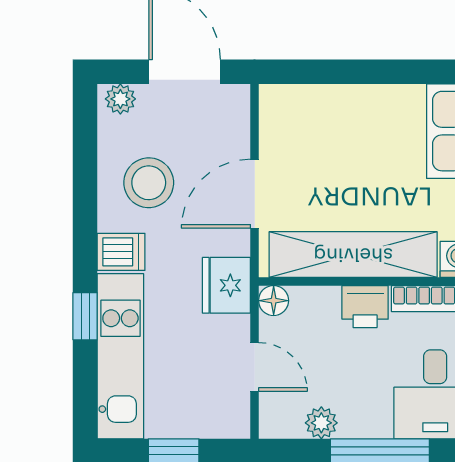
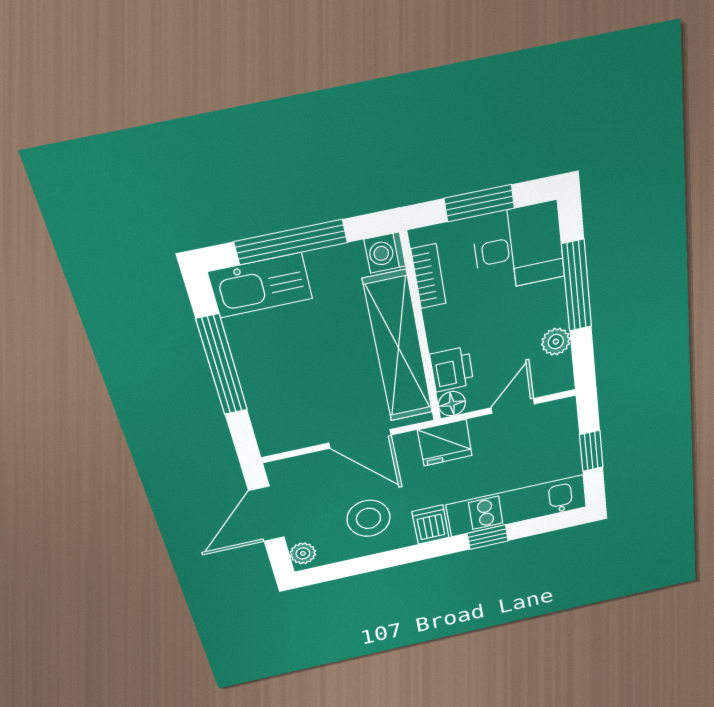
window: (375, 72) -> (222, 365), added
printer: (365, 307) -> (452, 369), moved

